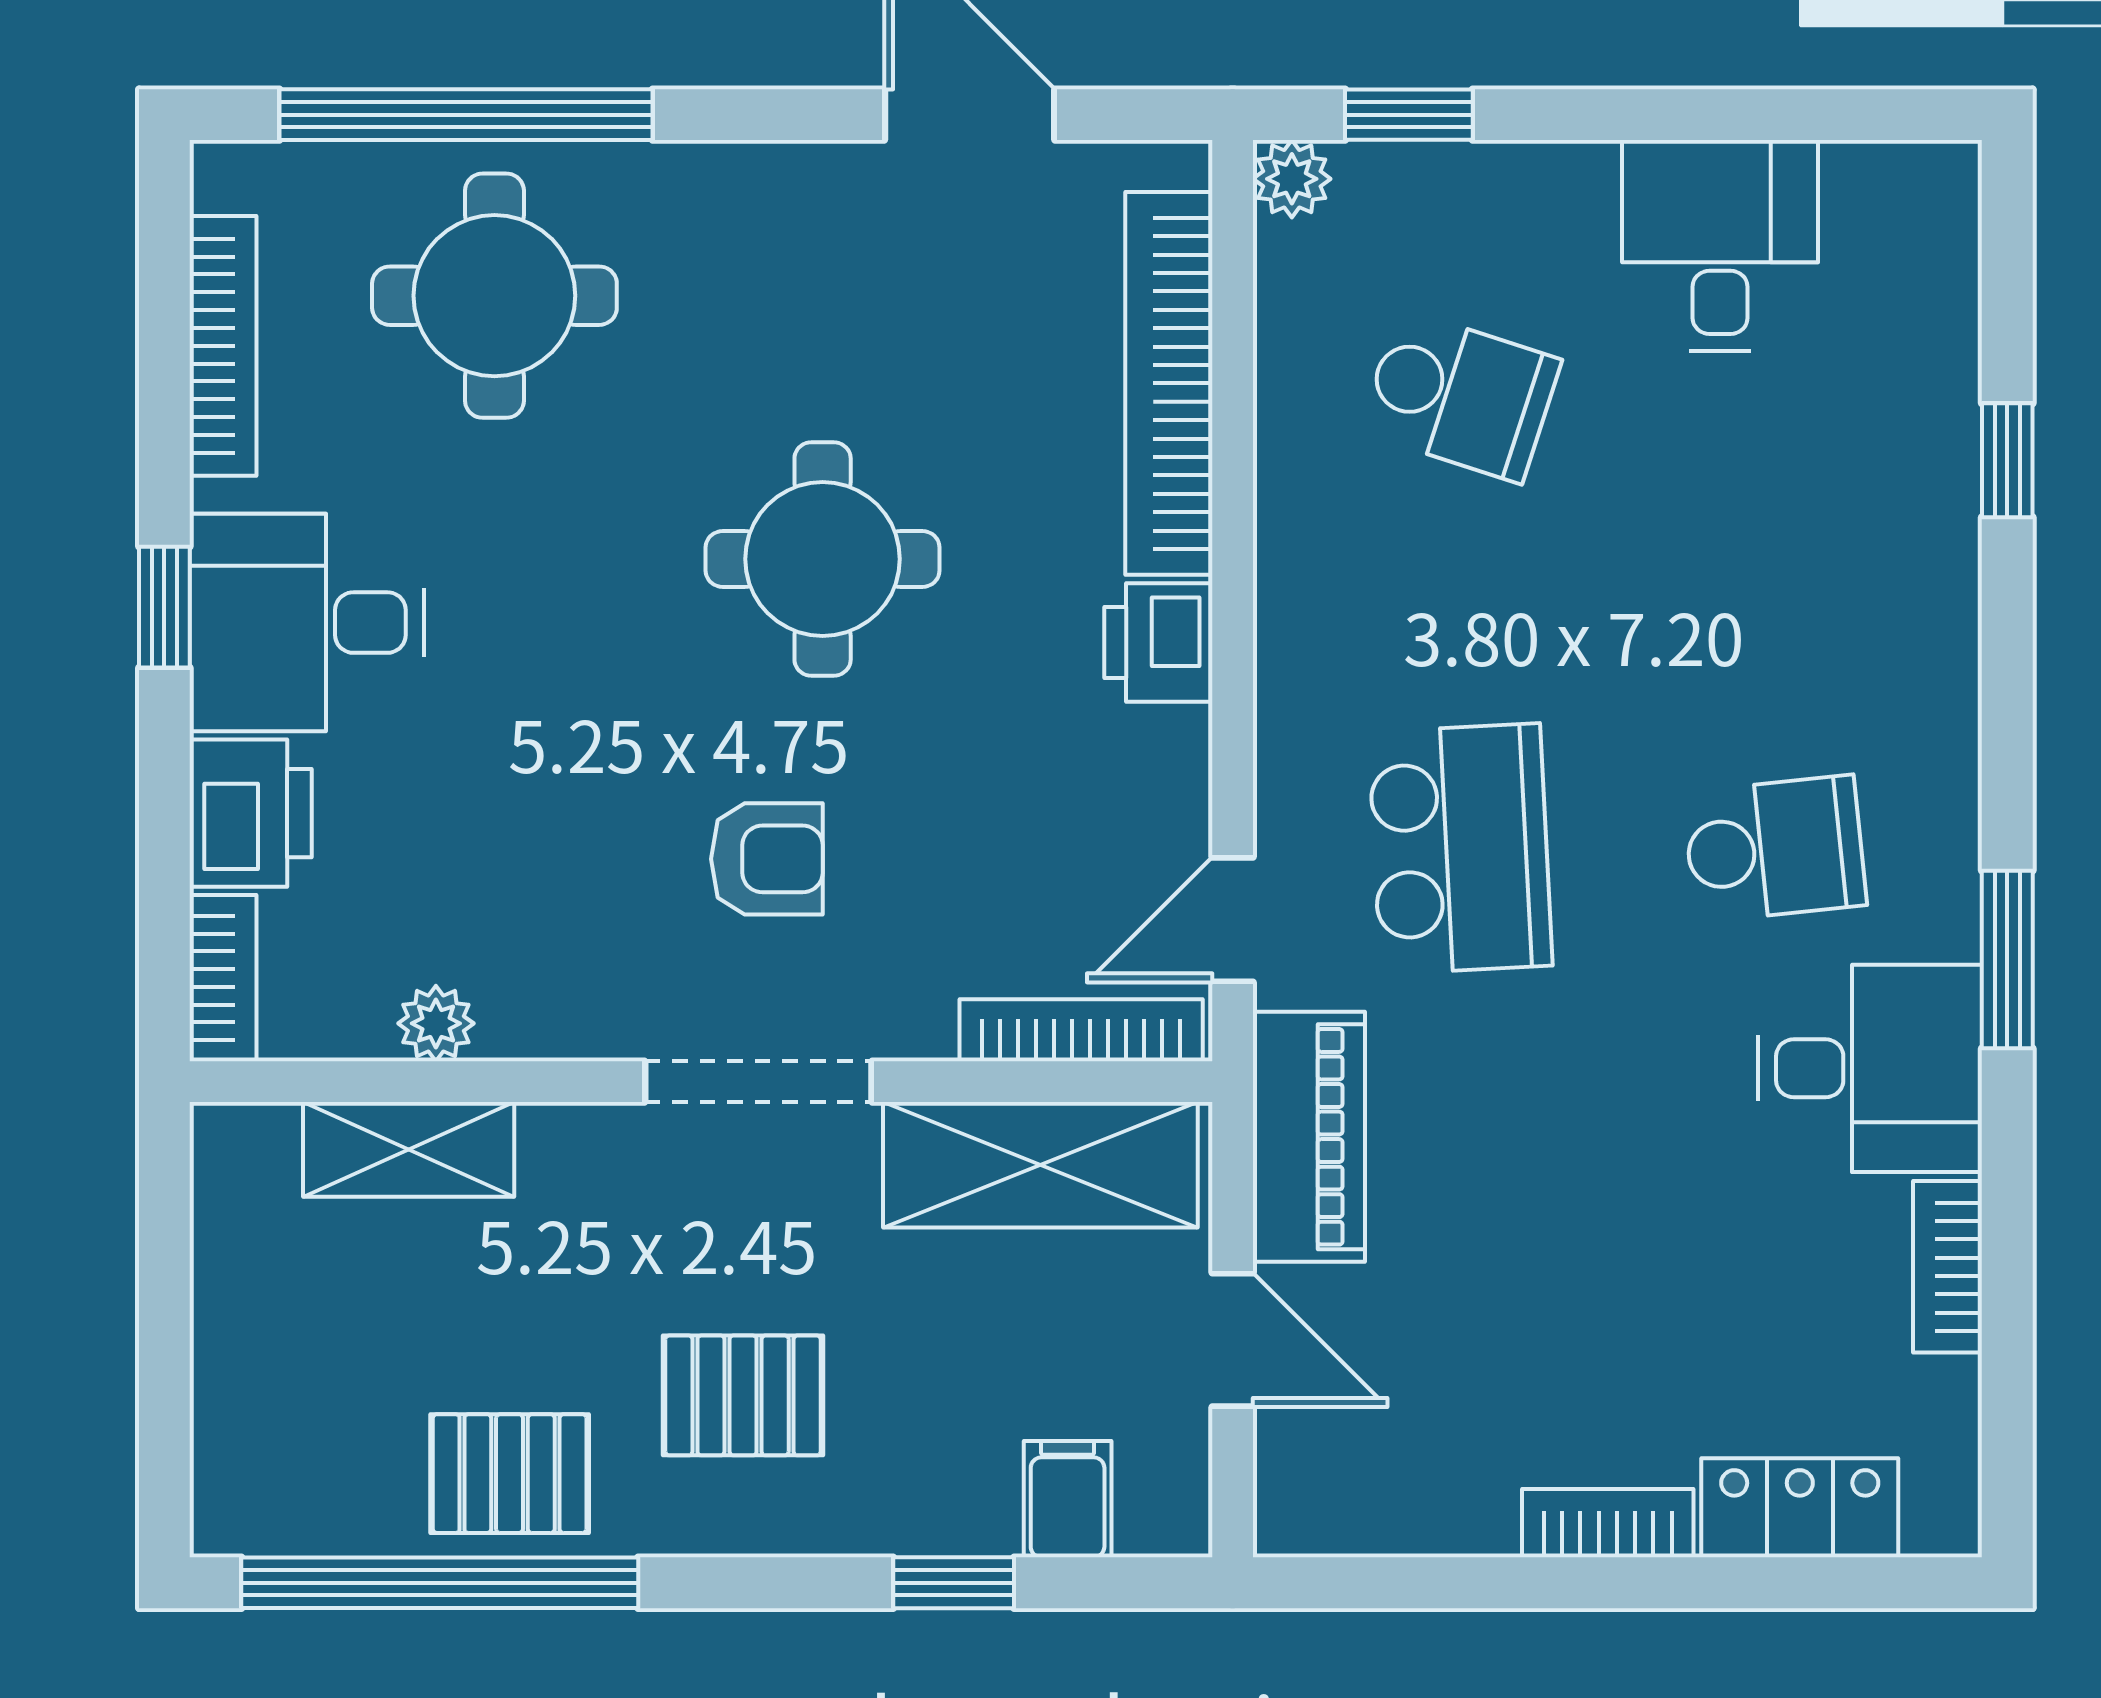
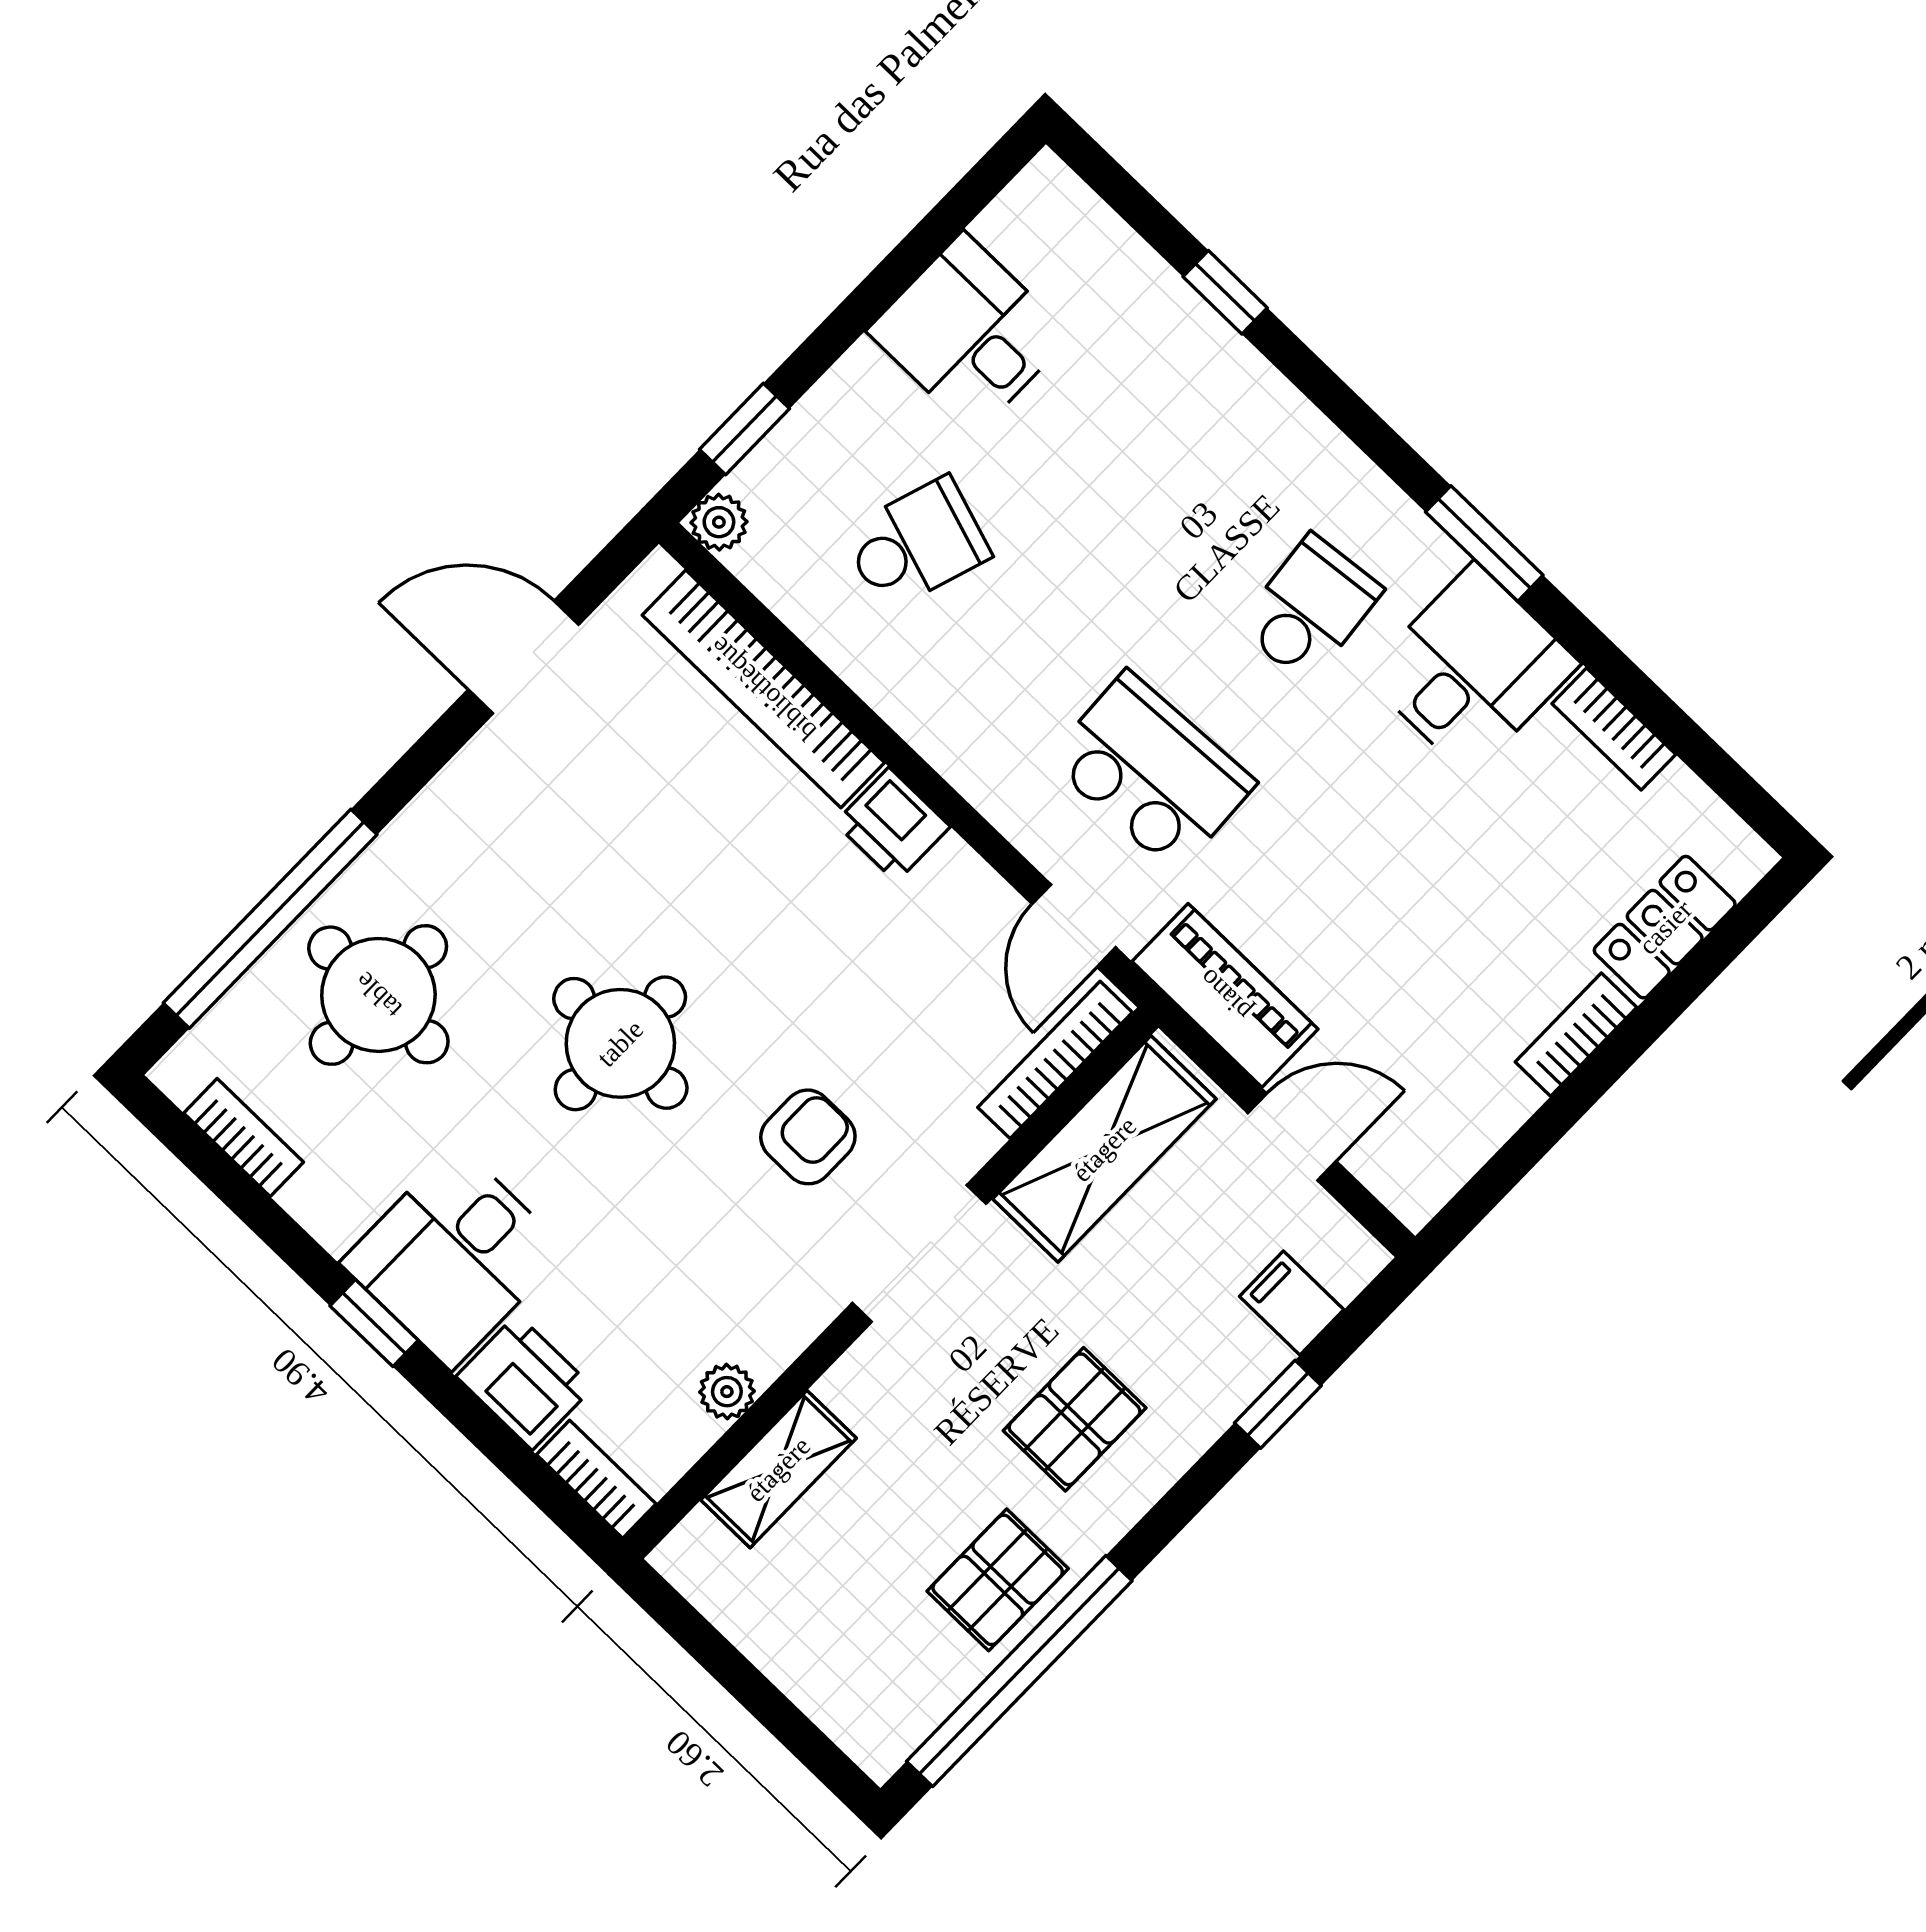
bookcase: (223, 346) -> (244, 1138), width x0.64
round table: (823, 559) -> (620, 1043), moved

